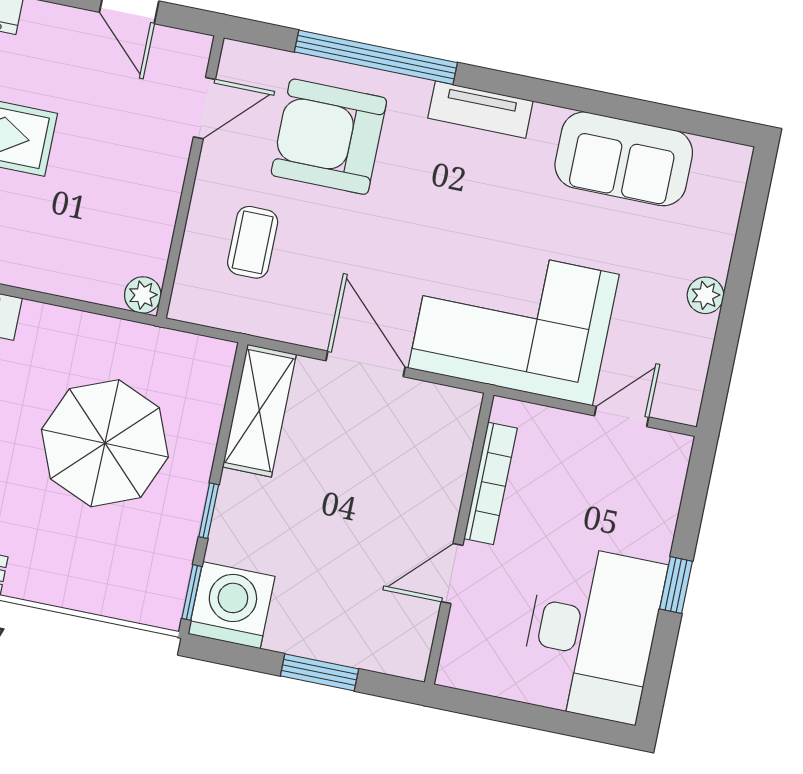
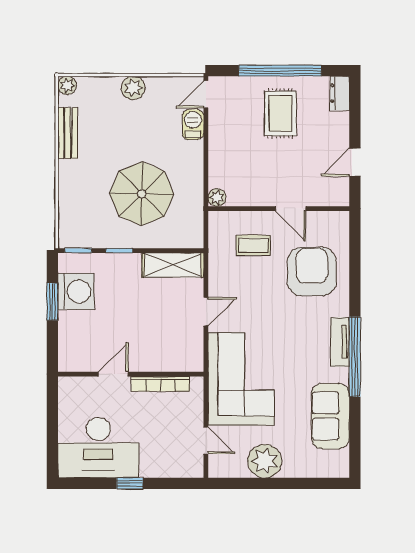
window: (376, 57) -> (355, 357), moved
door: (204, 108) -> (291, 209), moved
plant: (705, 295) -> (265, 461), width x1.87, depth x1.87
door: (365, 364) -> (206, 312), width x0.73
door: (452, 574) -> (113, 374), hinge flipped
washing machine: (231, 605) -> (76, 291), moved
window: (319, 672) -> (52, 302), moved

